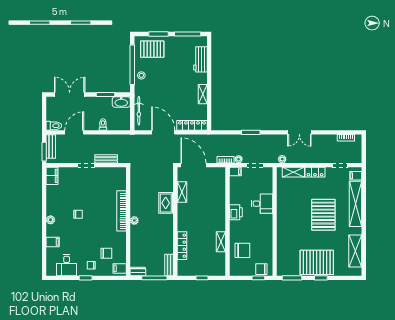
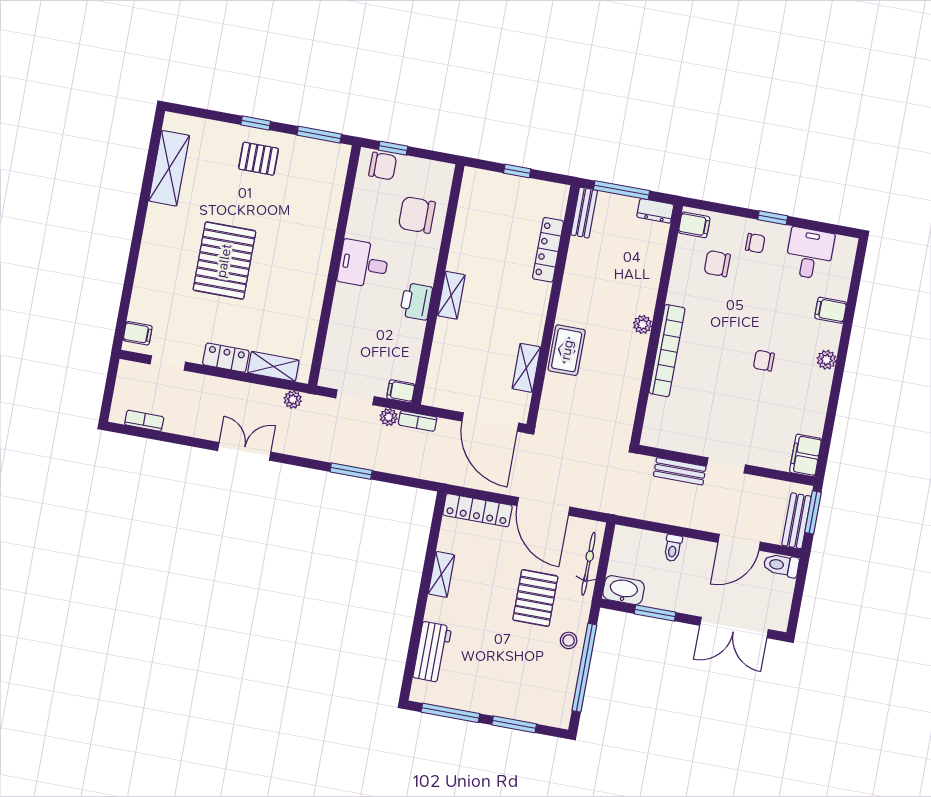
pallet: (152, 49) -> (535, 598), moved, turned 90
desk: (262, 204) -> (363, 264), moved
shelving: (356, 204) -> (150, 272), removed
shelving: (221, 242) -> (451, 295), moved
pallet: (317, 262) -> (259, 159), width x0.49, depth x0.50

